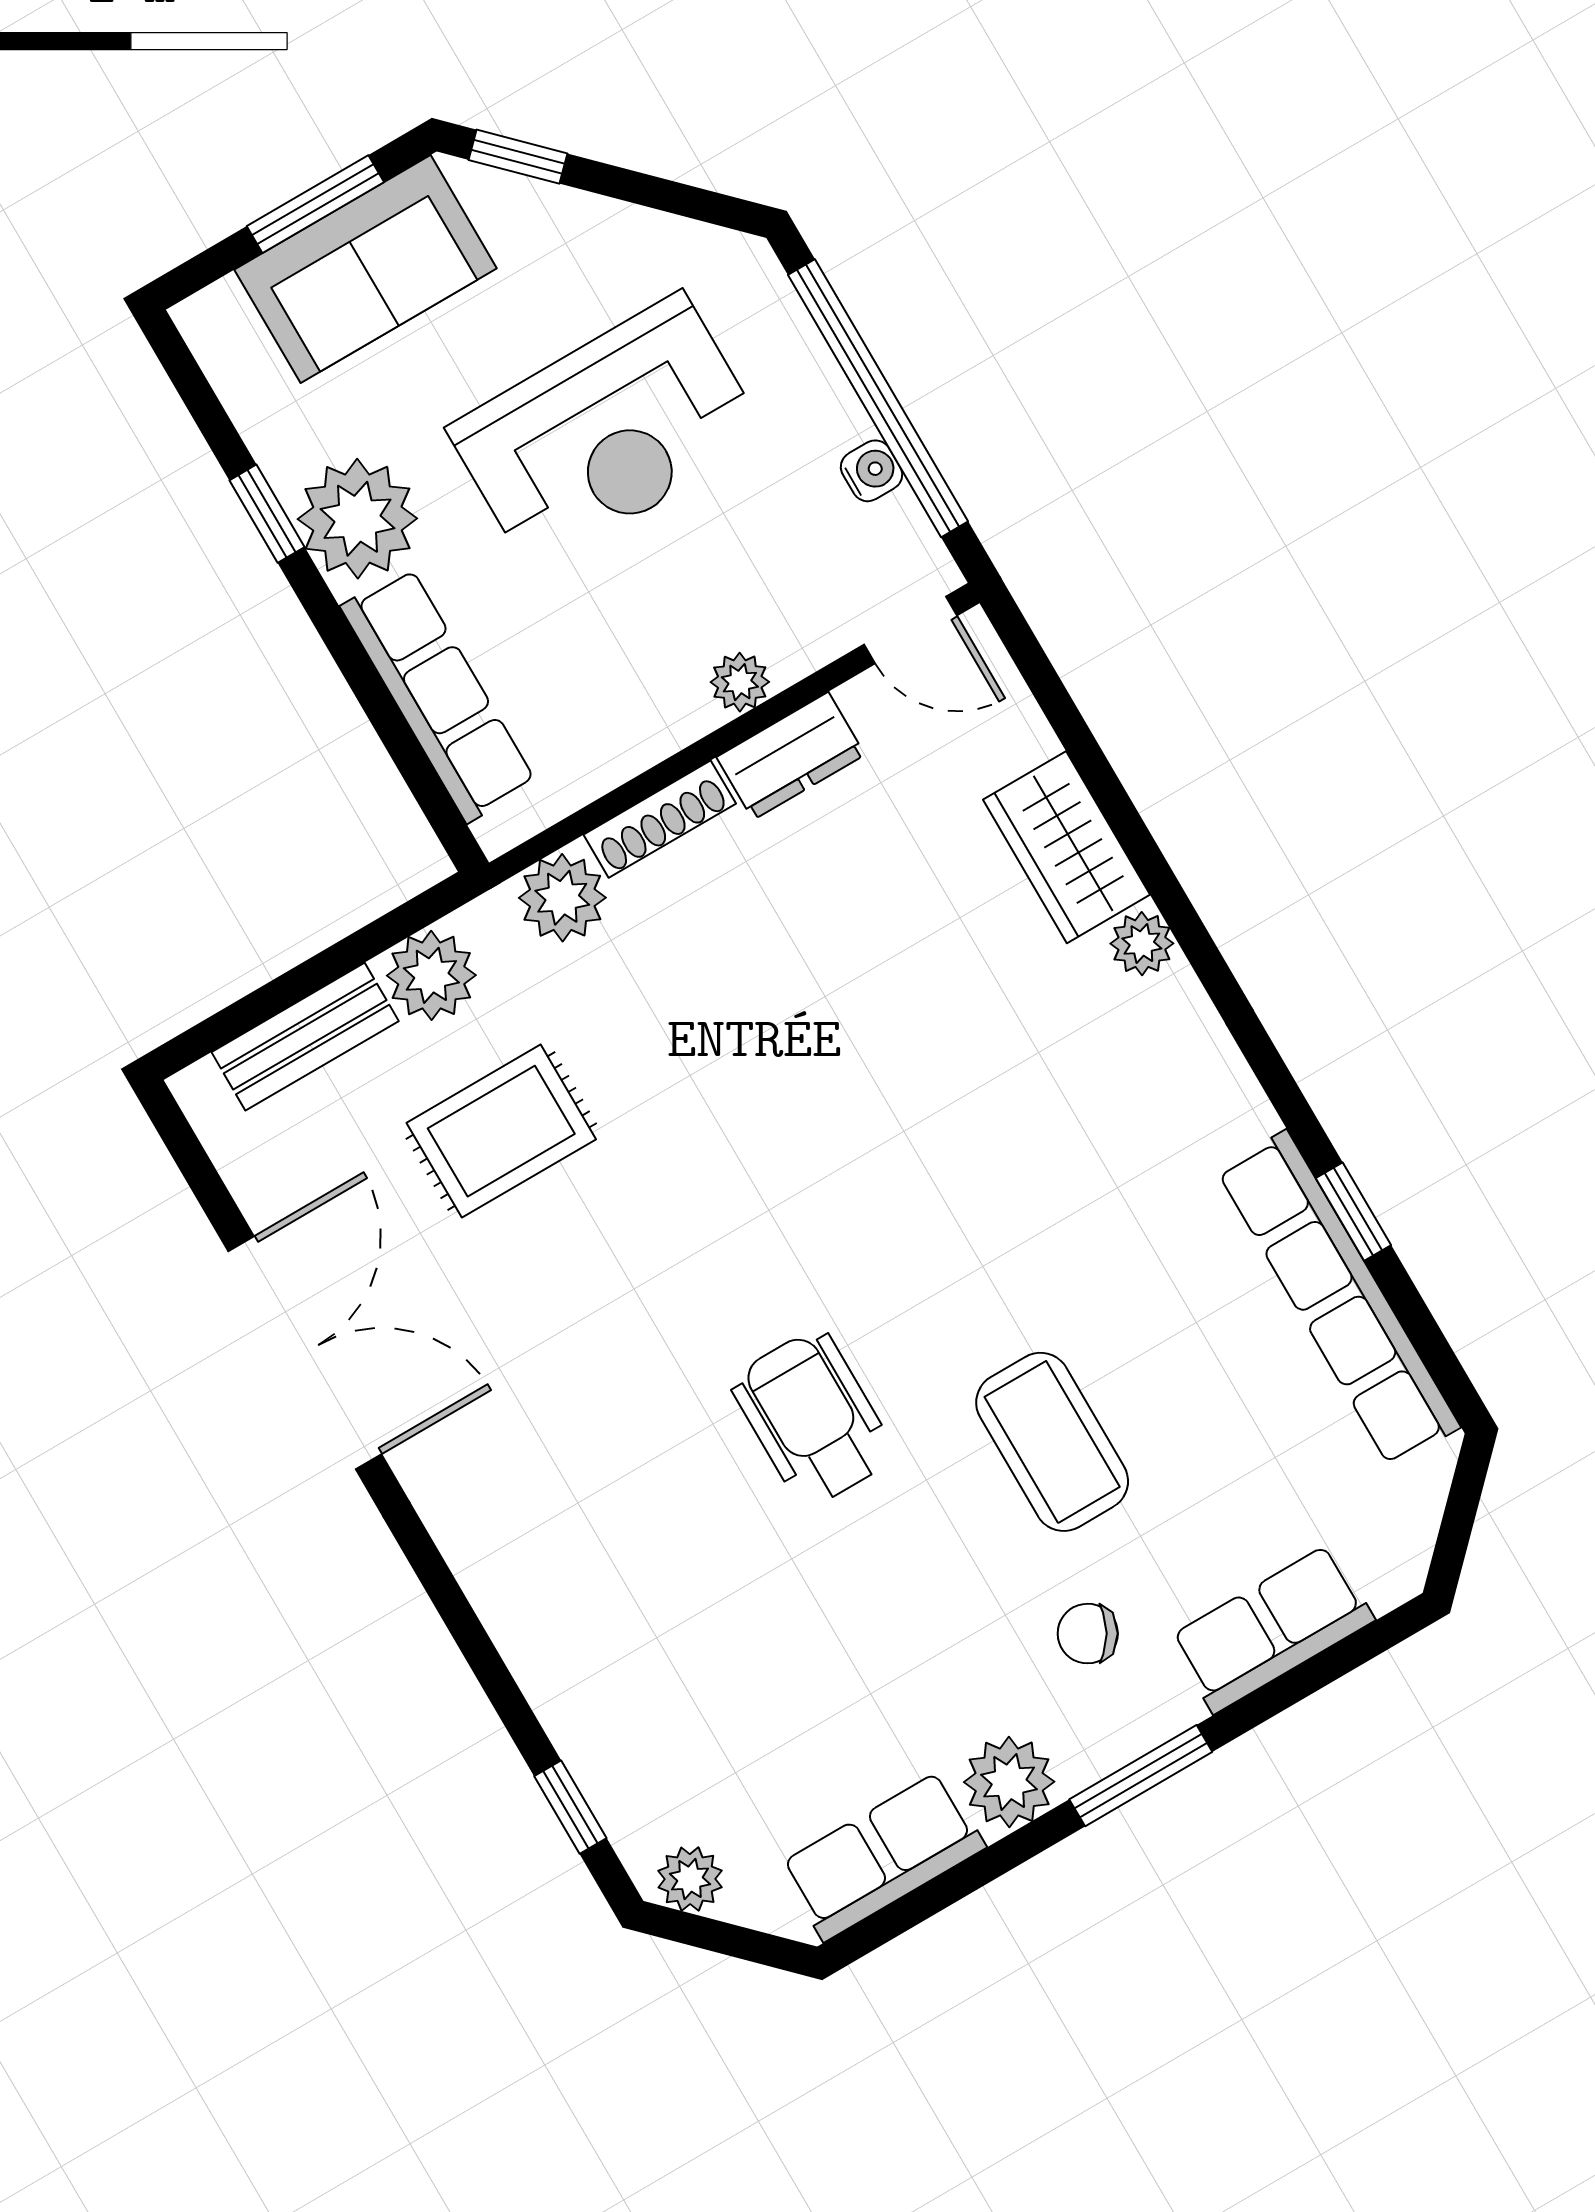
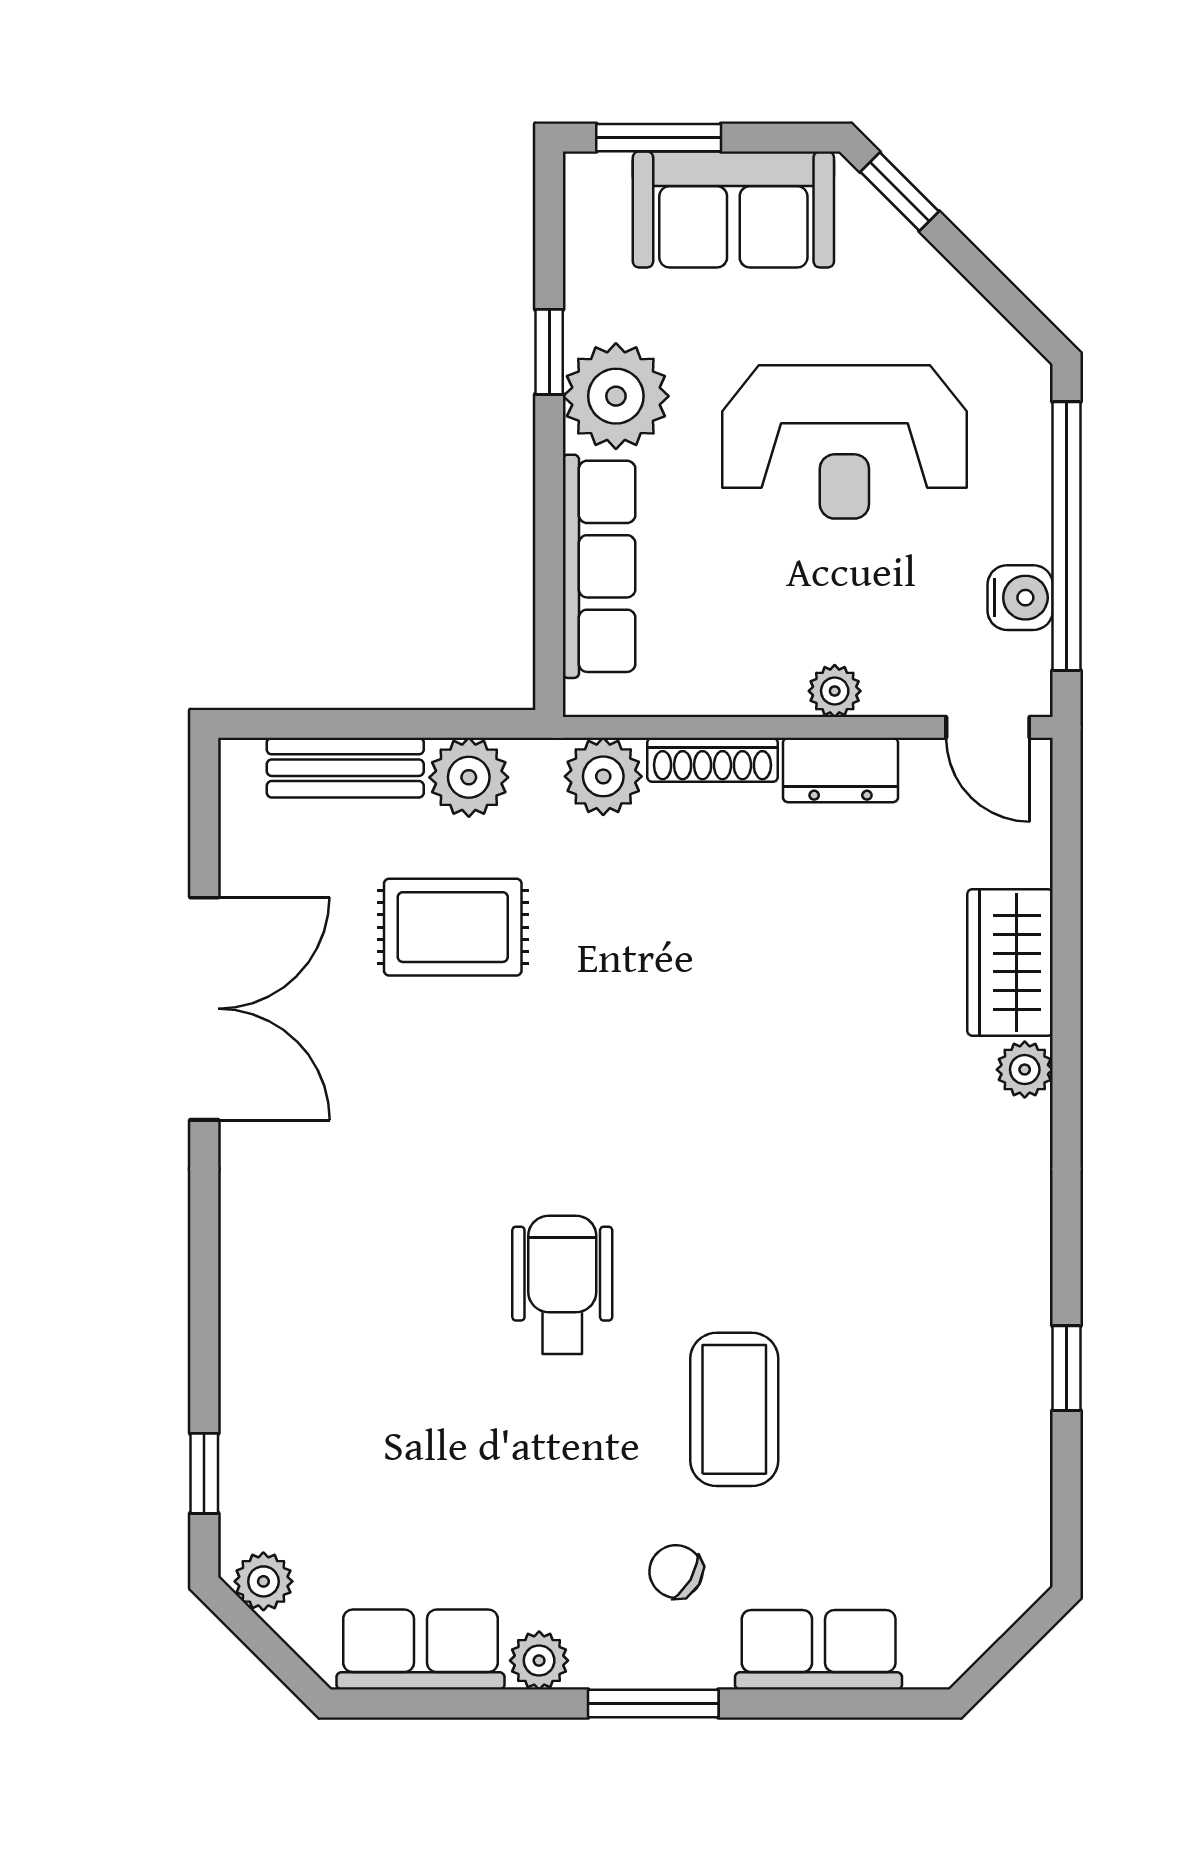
window: (315, 204) -> (659, 138), moved
water cooler: (872, 471) -> (1020, 598), width x1.38, depth x1.38
row of seats: (1339, 1299) -> (1017, 1428), removed
plant: (1009, 1782) -> (539, 1661), width x0.73, depth x0.73

